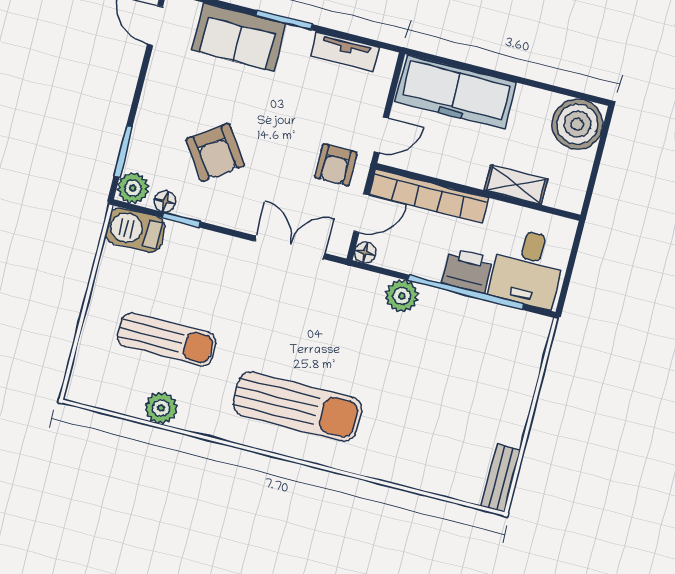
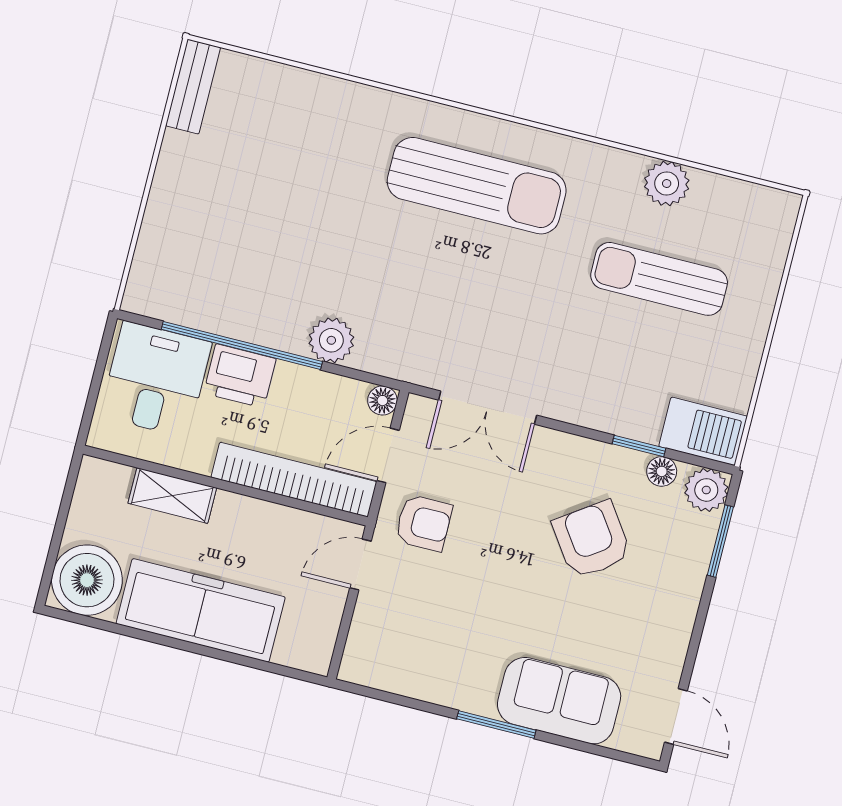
tv unit: (345, 51) -> (411, 681), removed
freezer: (456, 92) -> (201, 610), moved
armchair: (336, 165) -> (424, 523), turned 90
sun lounger: (297, 407) -> (477, 186), turned 180

